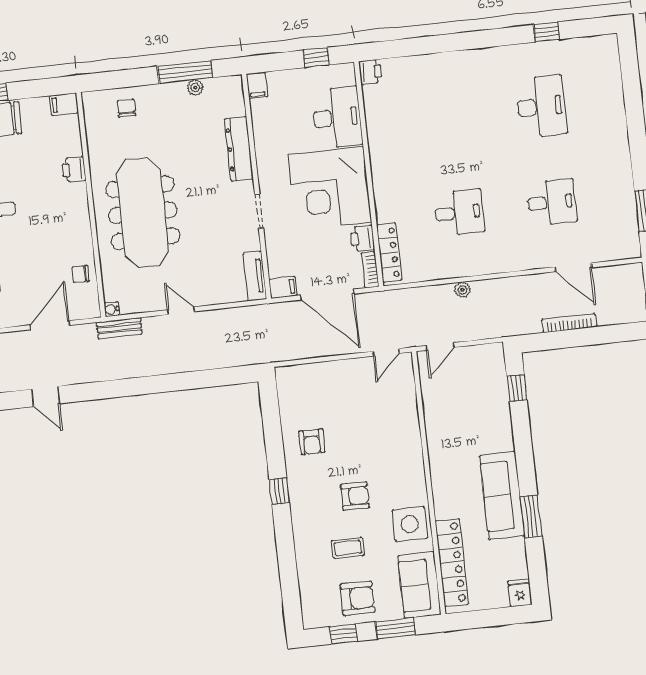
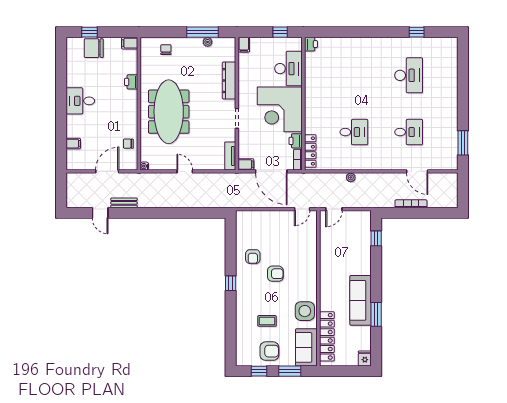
bench: (119, 328) -> (124, 203), moved
armchair: (355, 496) -> (275, 274), moved

